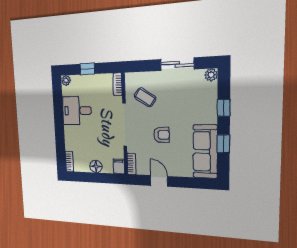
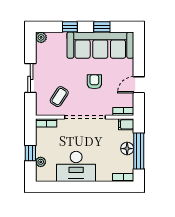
sliding door: (177, 64) -> (30, 78), moved
plant: (66, 80) -> (41, 162), moved
desk: (77, 111) -> (76, 166), width x1.37
sofa: (205, 151) -> (100, 45), width x1.36, depth x1.27
window: (94, 178) -> (139, 151), added

